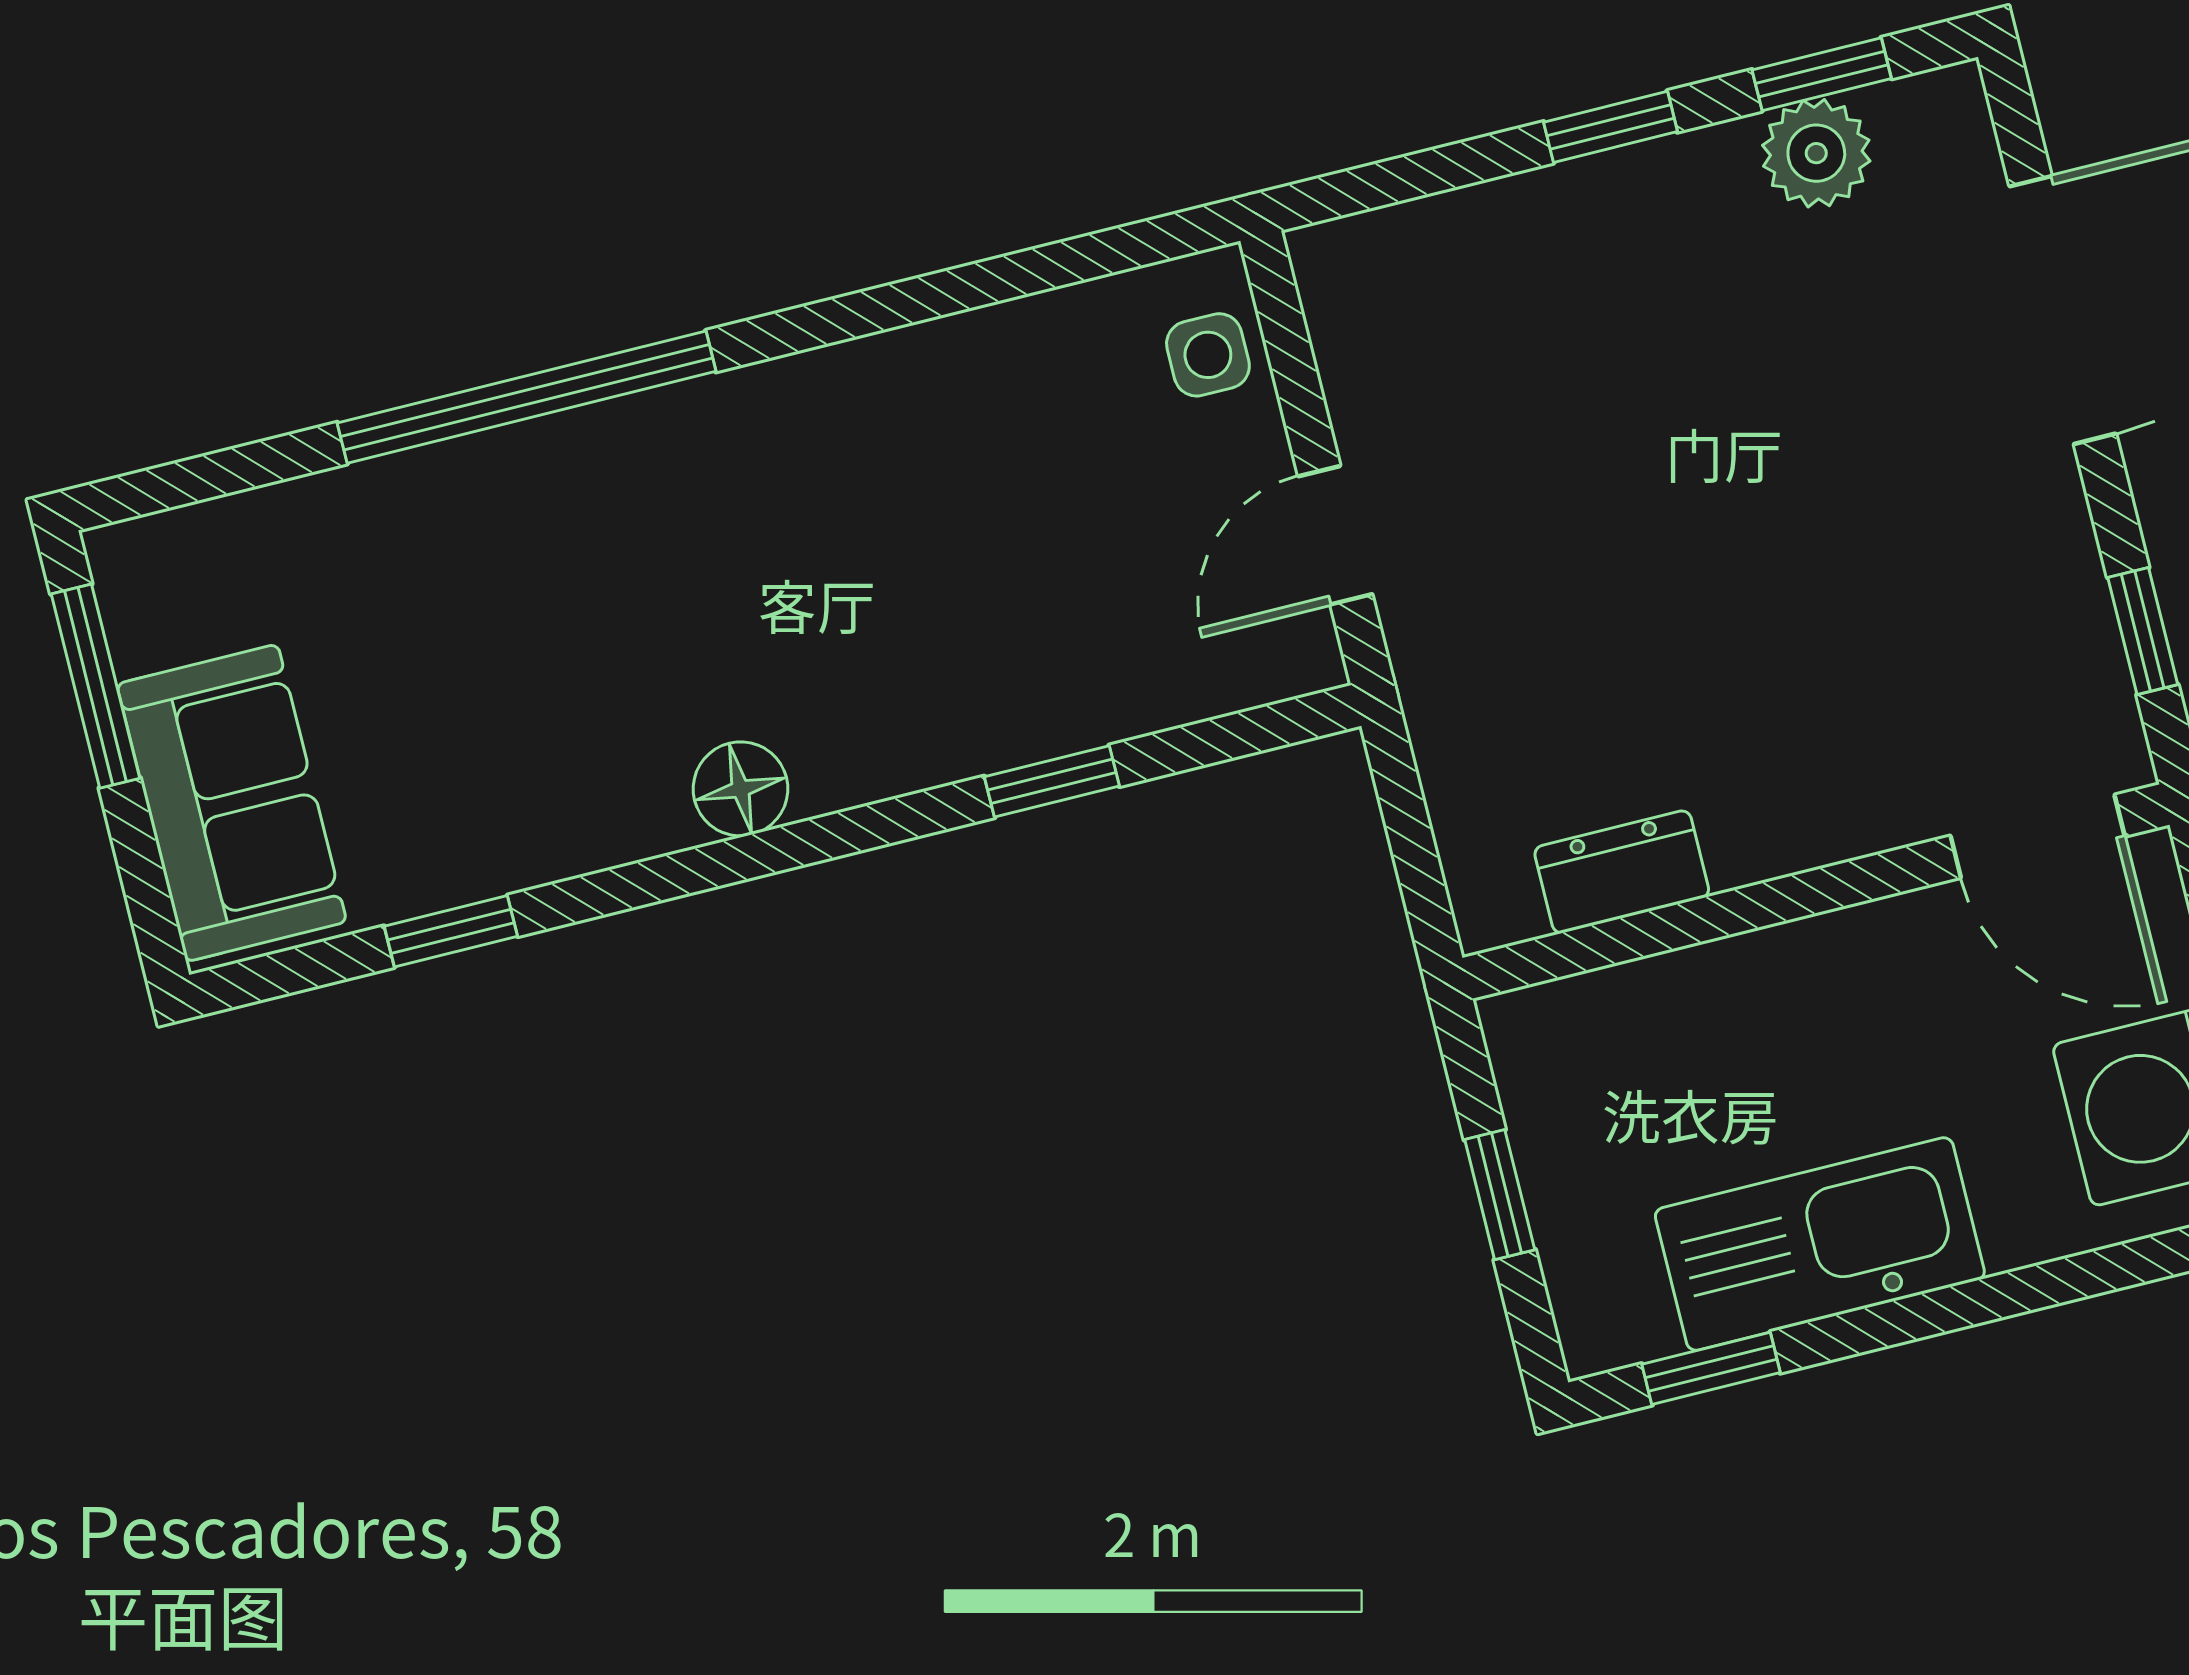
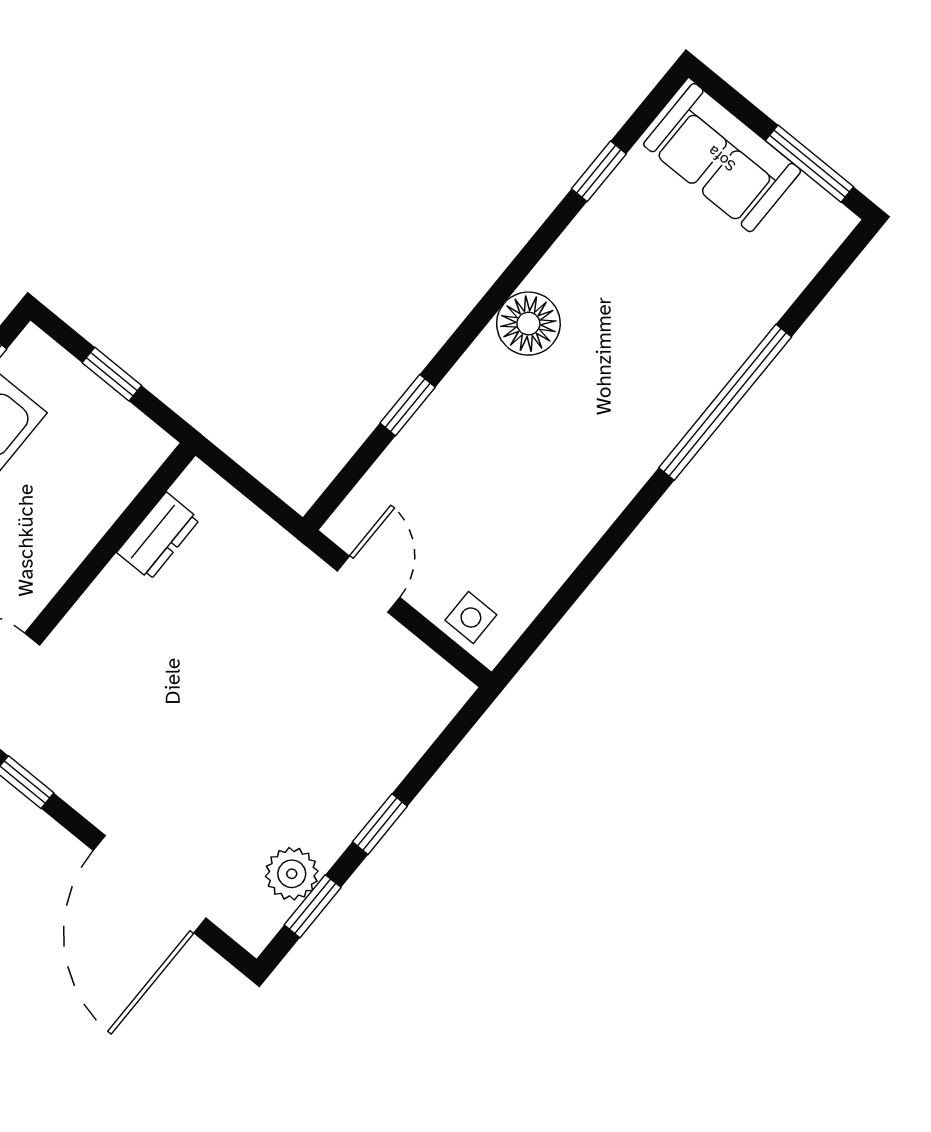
floor lamp: (740, 789) -> (528, 324), width x1.38, depth x1.38

